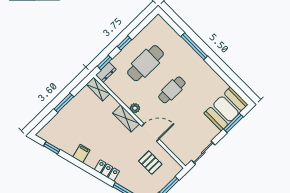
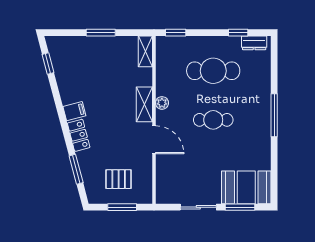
window: (124, 43) -> (238, 33), moved
window: (194, 46) -> (274, 115), moved
dresser: (106, 72) -> (254, 43), moved
sliding door: (203, 153) -> (198, 207), moved
filing cabinet: (81, 154) -> (74, 111), moved
pallet: (150, 163) -> (119, 179), moved, turned 90

